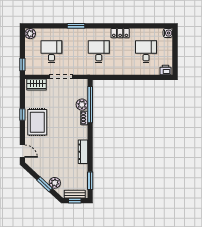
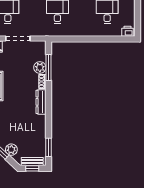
window: (90, 105) -> (48, 68), width x0.68
dresser: (83, 152) -> (41, 102), moved

